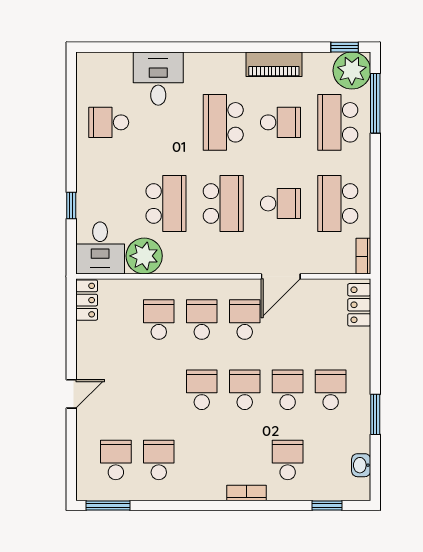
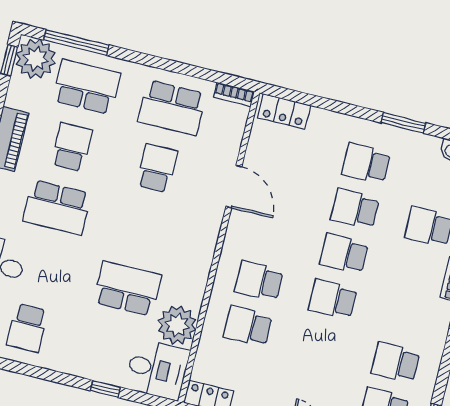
school desk: (338, 122) -> (86, 87), turned 180
school desk: (223, 204) -> (142, 228), removed
school desk: (245, 320) -> (270, 236), removed

